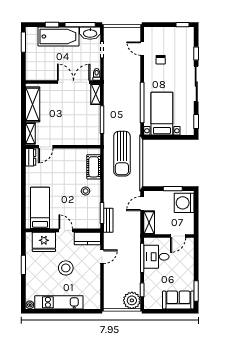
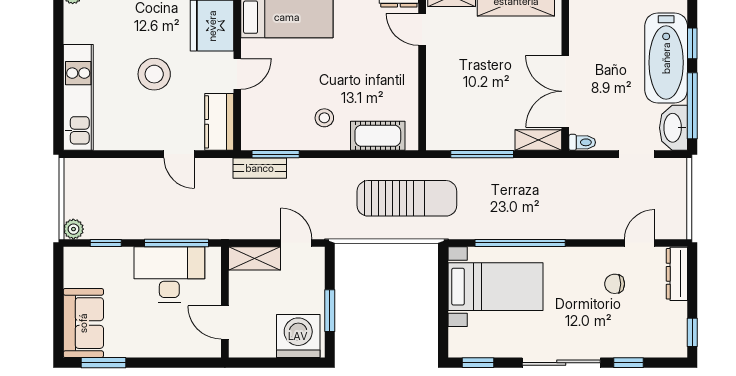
dresser: (156, 32) -> (677, 274), added
double door: (74, 82) -> (565, 91), swing flipped
sun lounger: (122, 154) -> (407, 198), turned 180
desk: (156, 257) -> (169, 274), width x1.37
plant: (132, 300) -> (73, 229), width x0.53, depth x0.53
kitchen unit: (59, 302) -> (78, 97), moved

